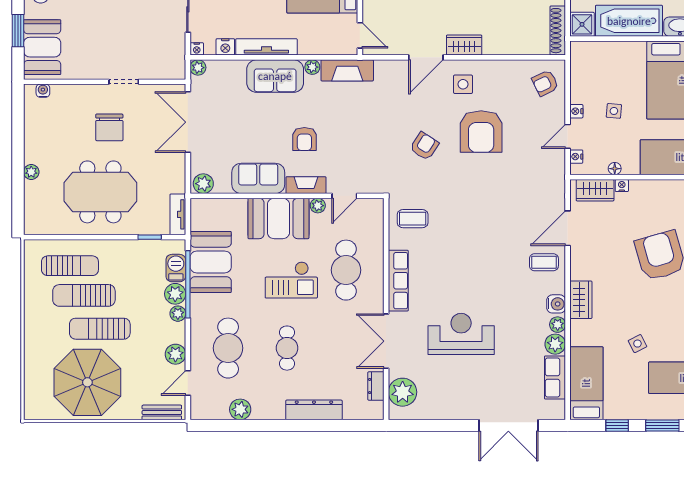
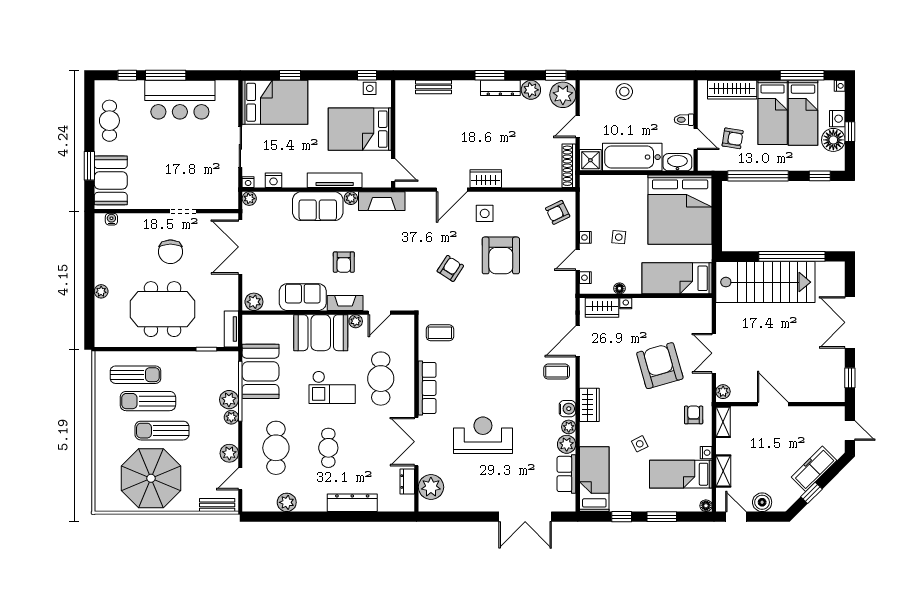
tv unit: (266, 47) -> (335, 180), moved
barbecue: (176, 268) -> (230, 377), removed

